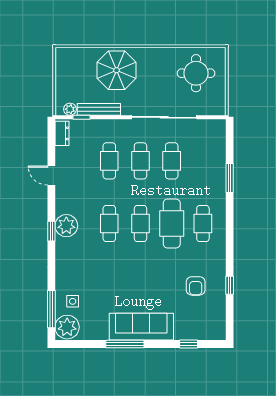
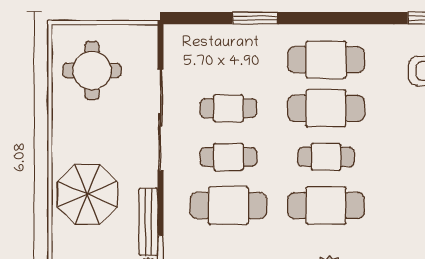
cafe table: (109, 161) -> (228, 206), width x1.37, depth x1.35
cafe table: (109, 224) -> (326, 206), width x1.37, depth x1.35
cafe table: (203, 224) -> (326, 60), width x1.37, depth x1.35

